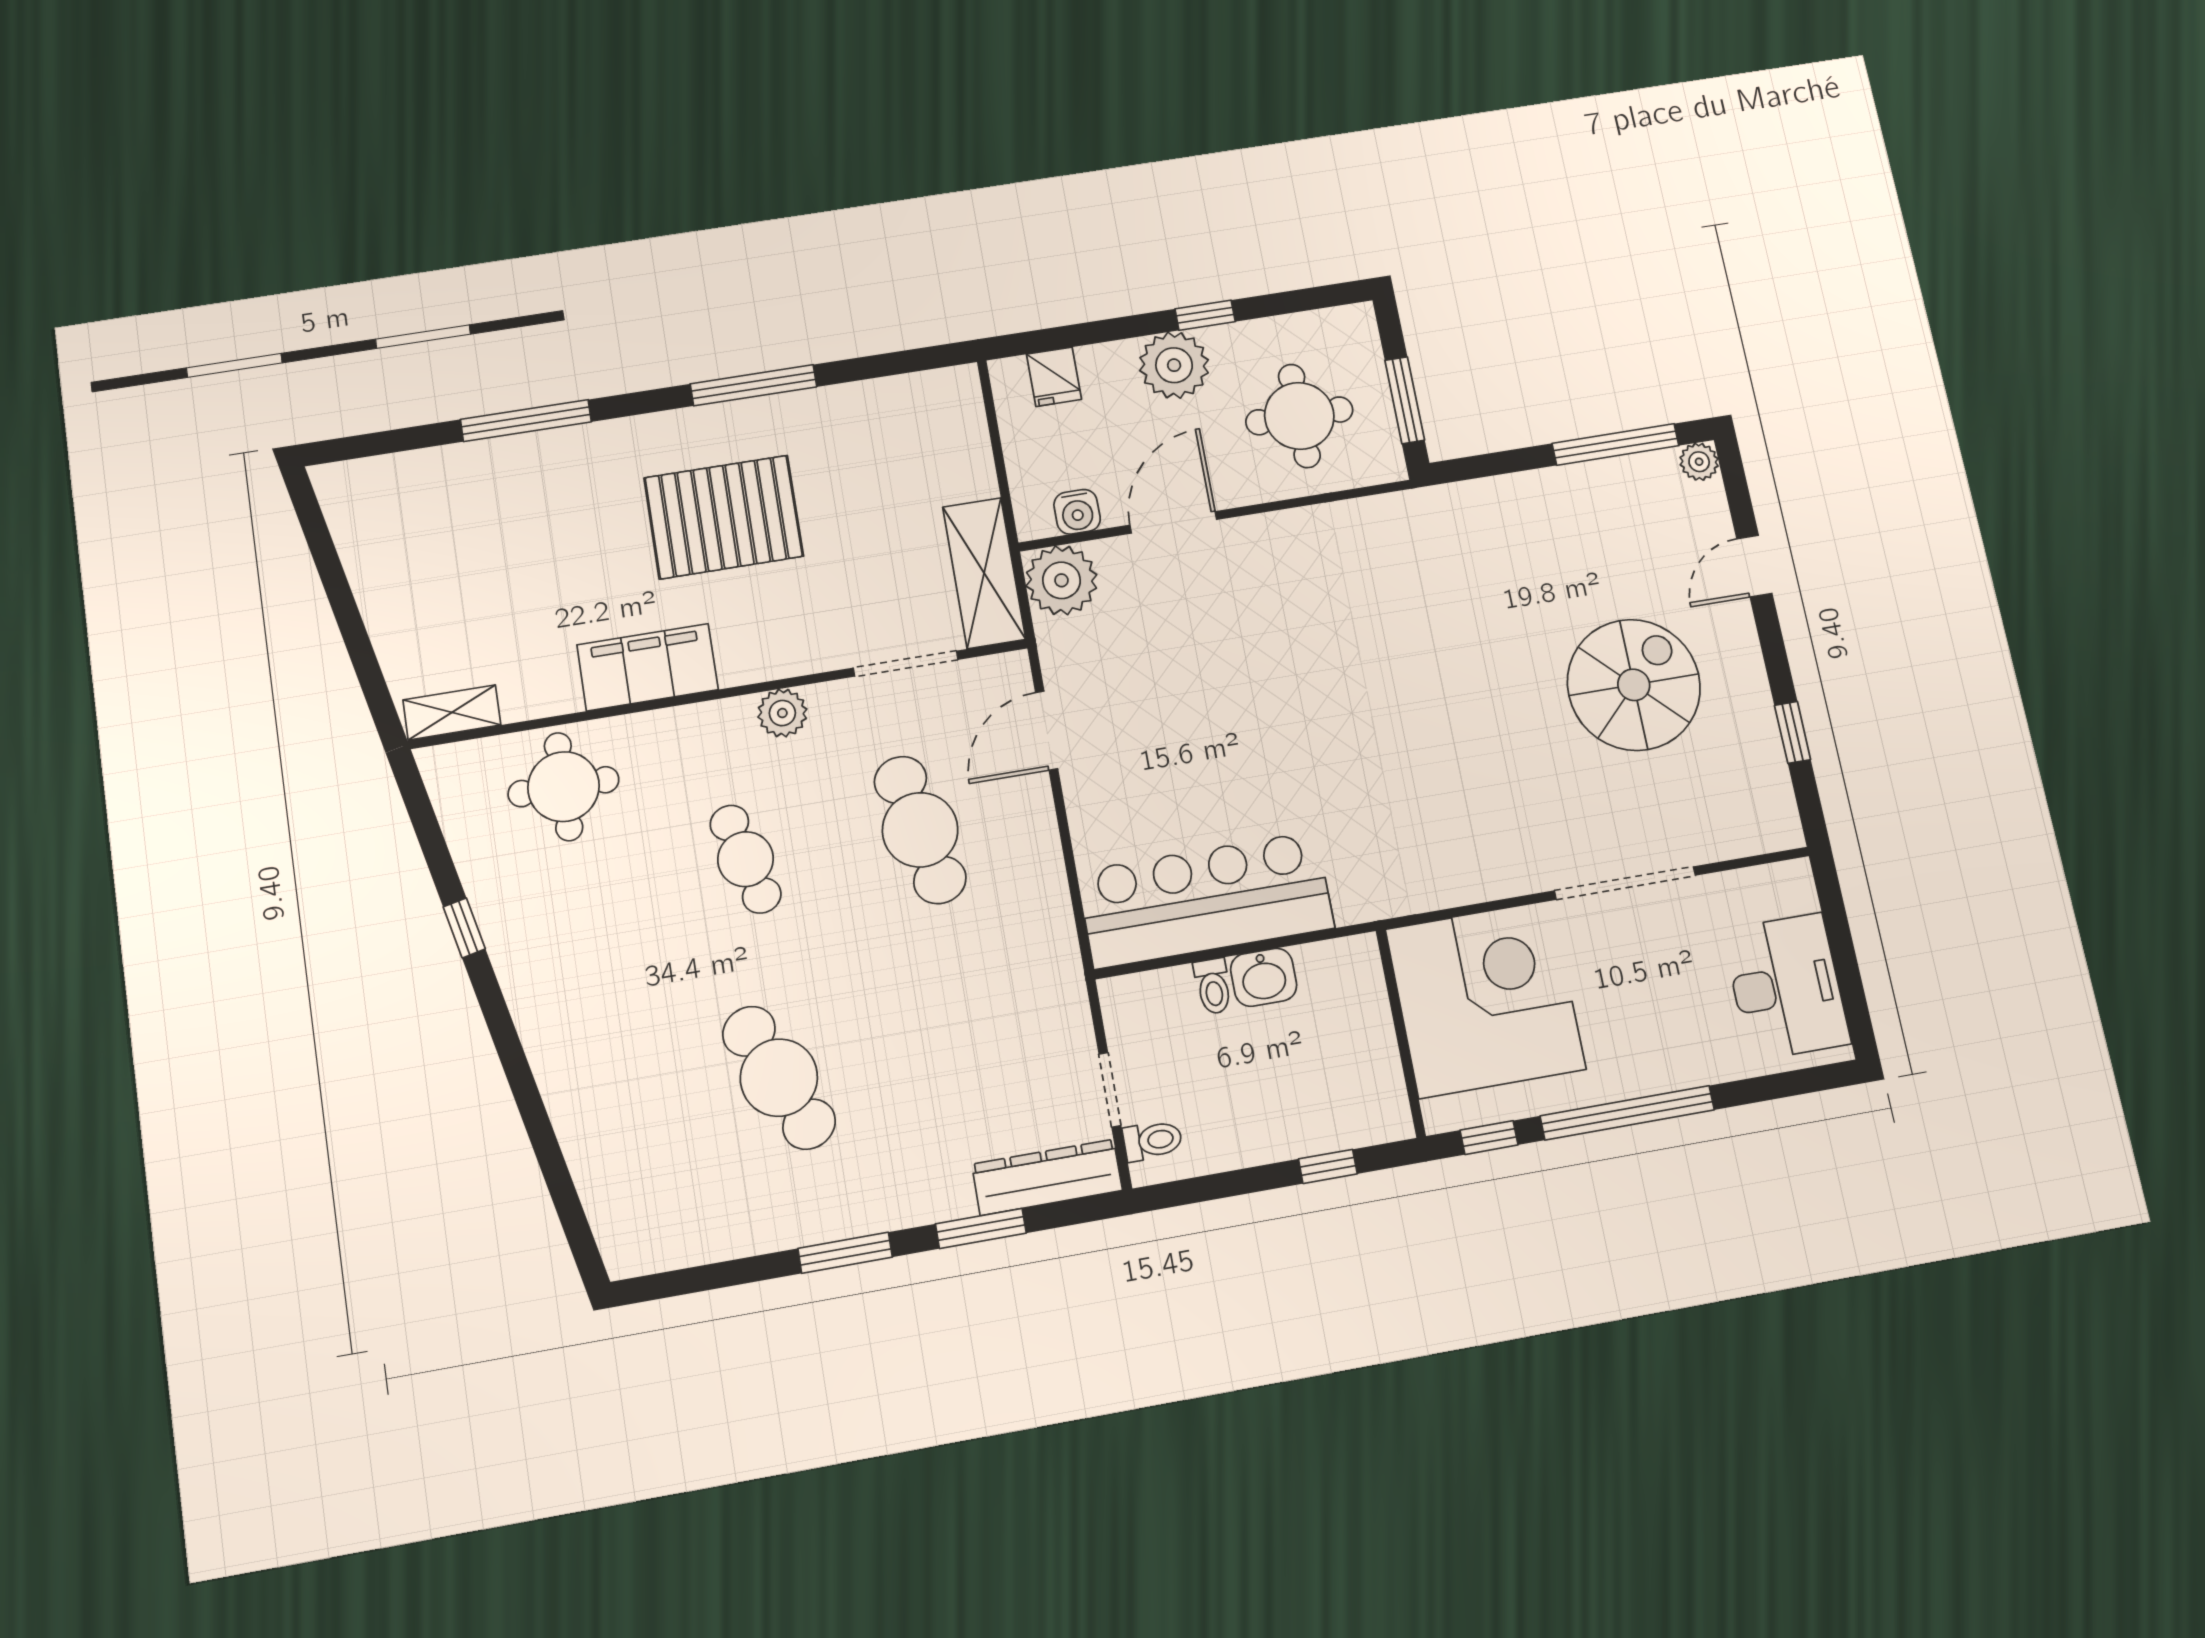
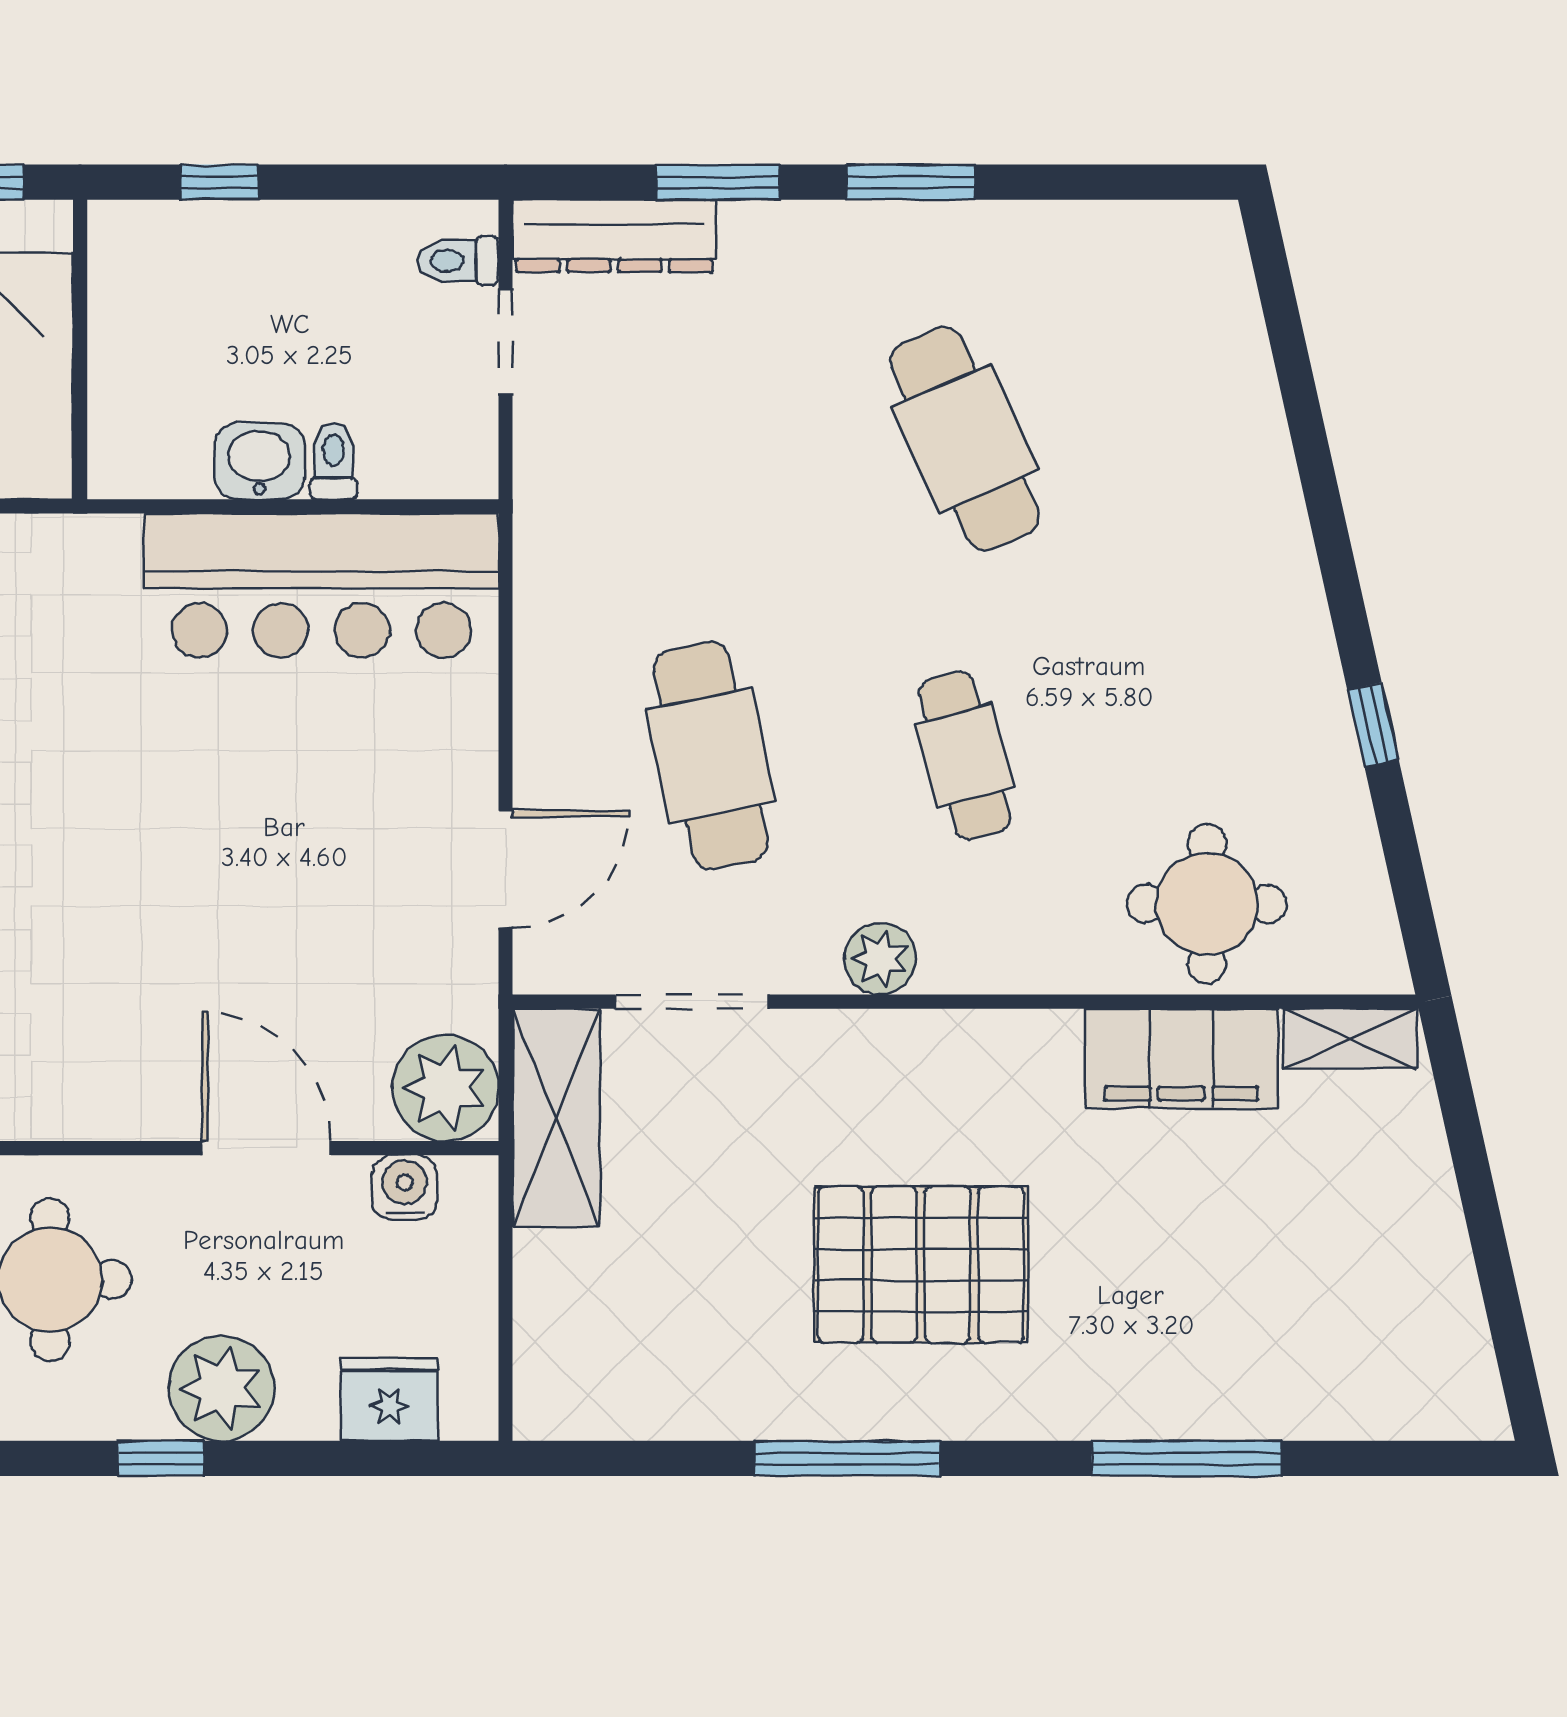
fridge: (1054, 377) -> (389, 1399), width x1.38
door: (1173, 522) -> (266, 1148), swing flipped
filing cabinet: (647, 667) -> (1181, 1059), moved

